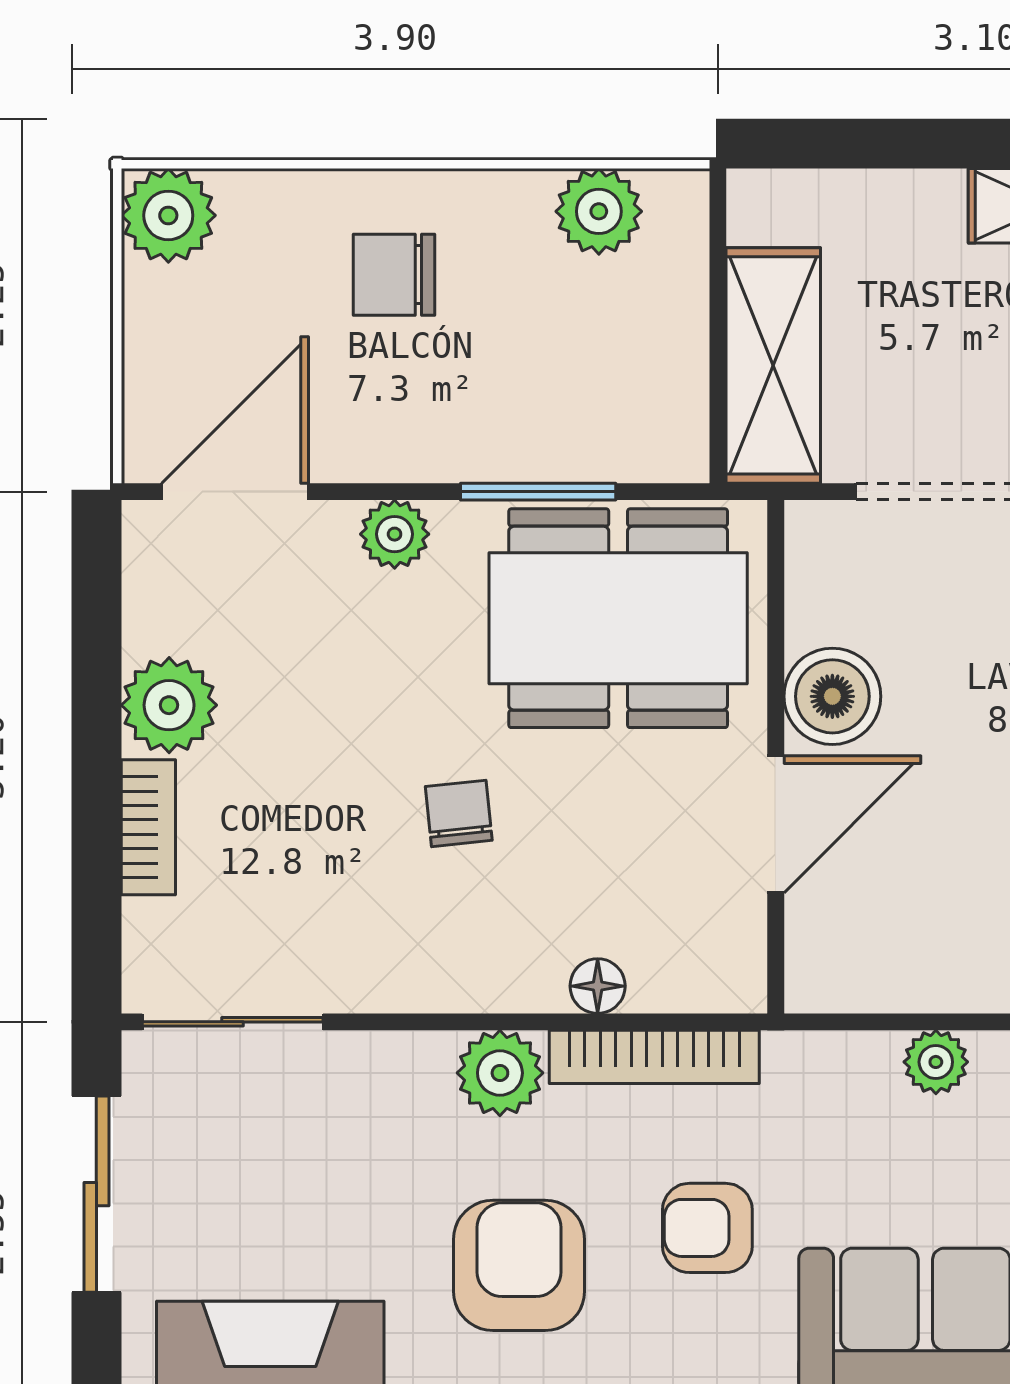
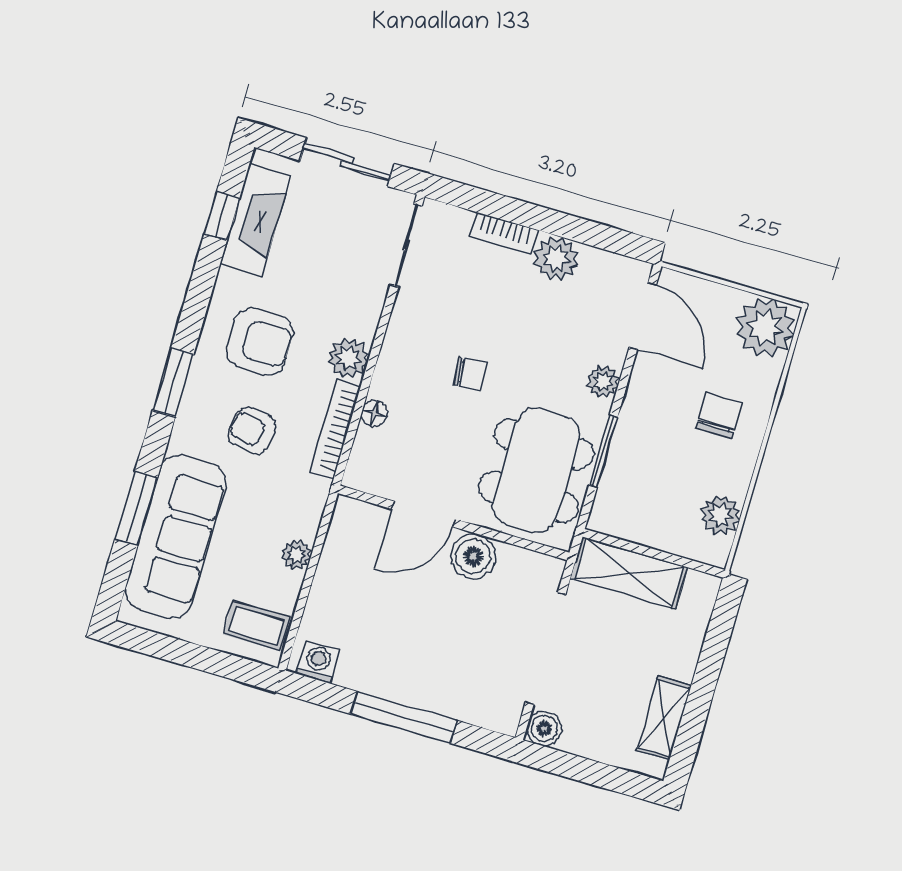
plant: (168, 215) -> (765, 328), width x1.36, depth x1.36
door: (776, 824) -> (423, 514), hinge flipped
armchair: (707, 1228) -> (252, 431), turned -80

